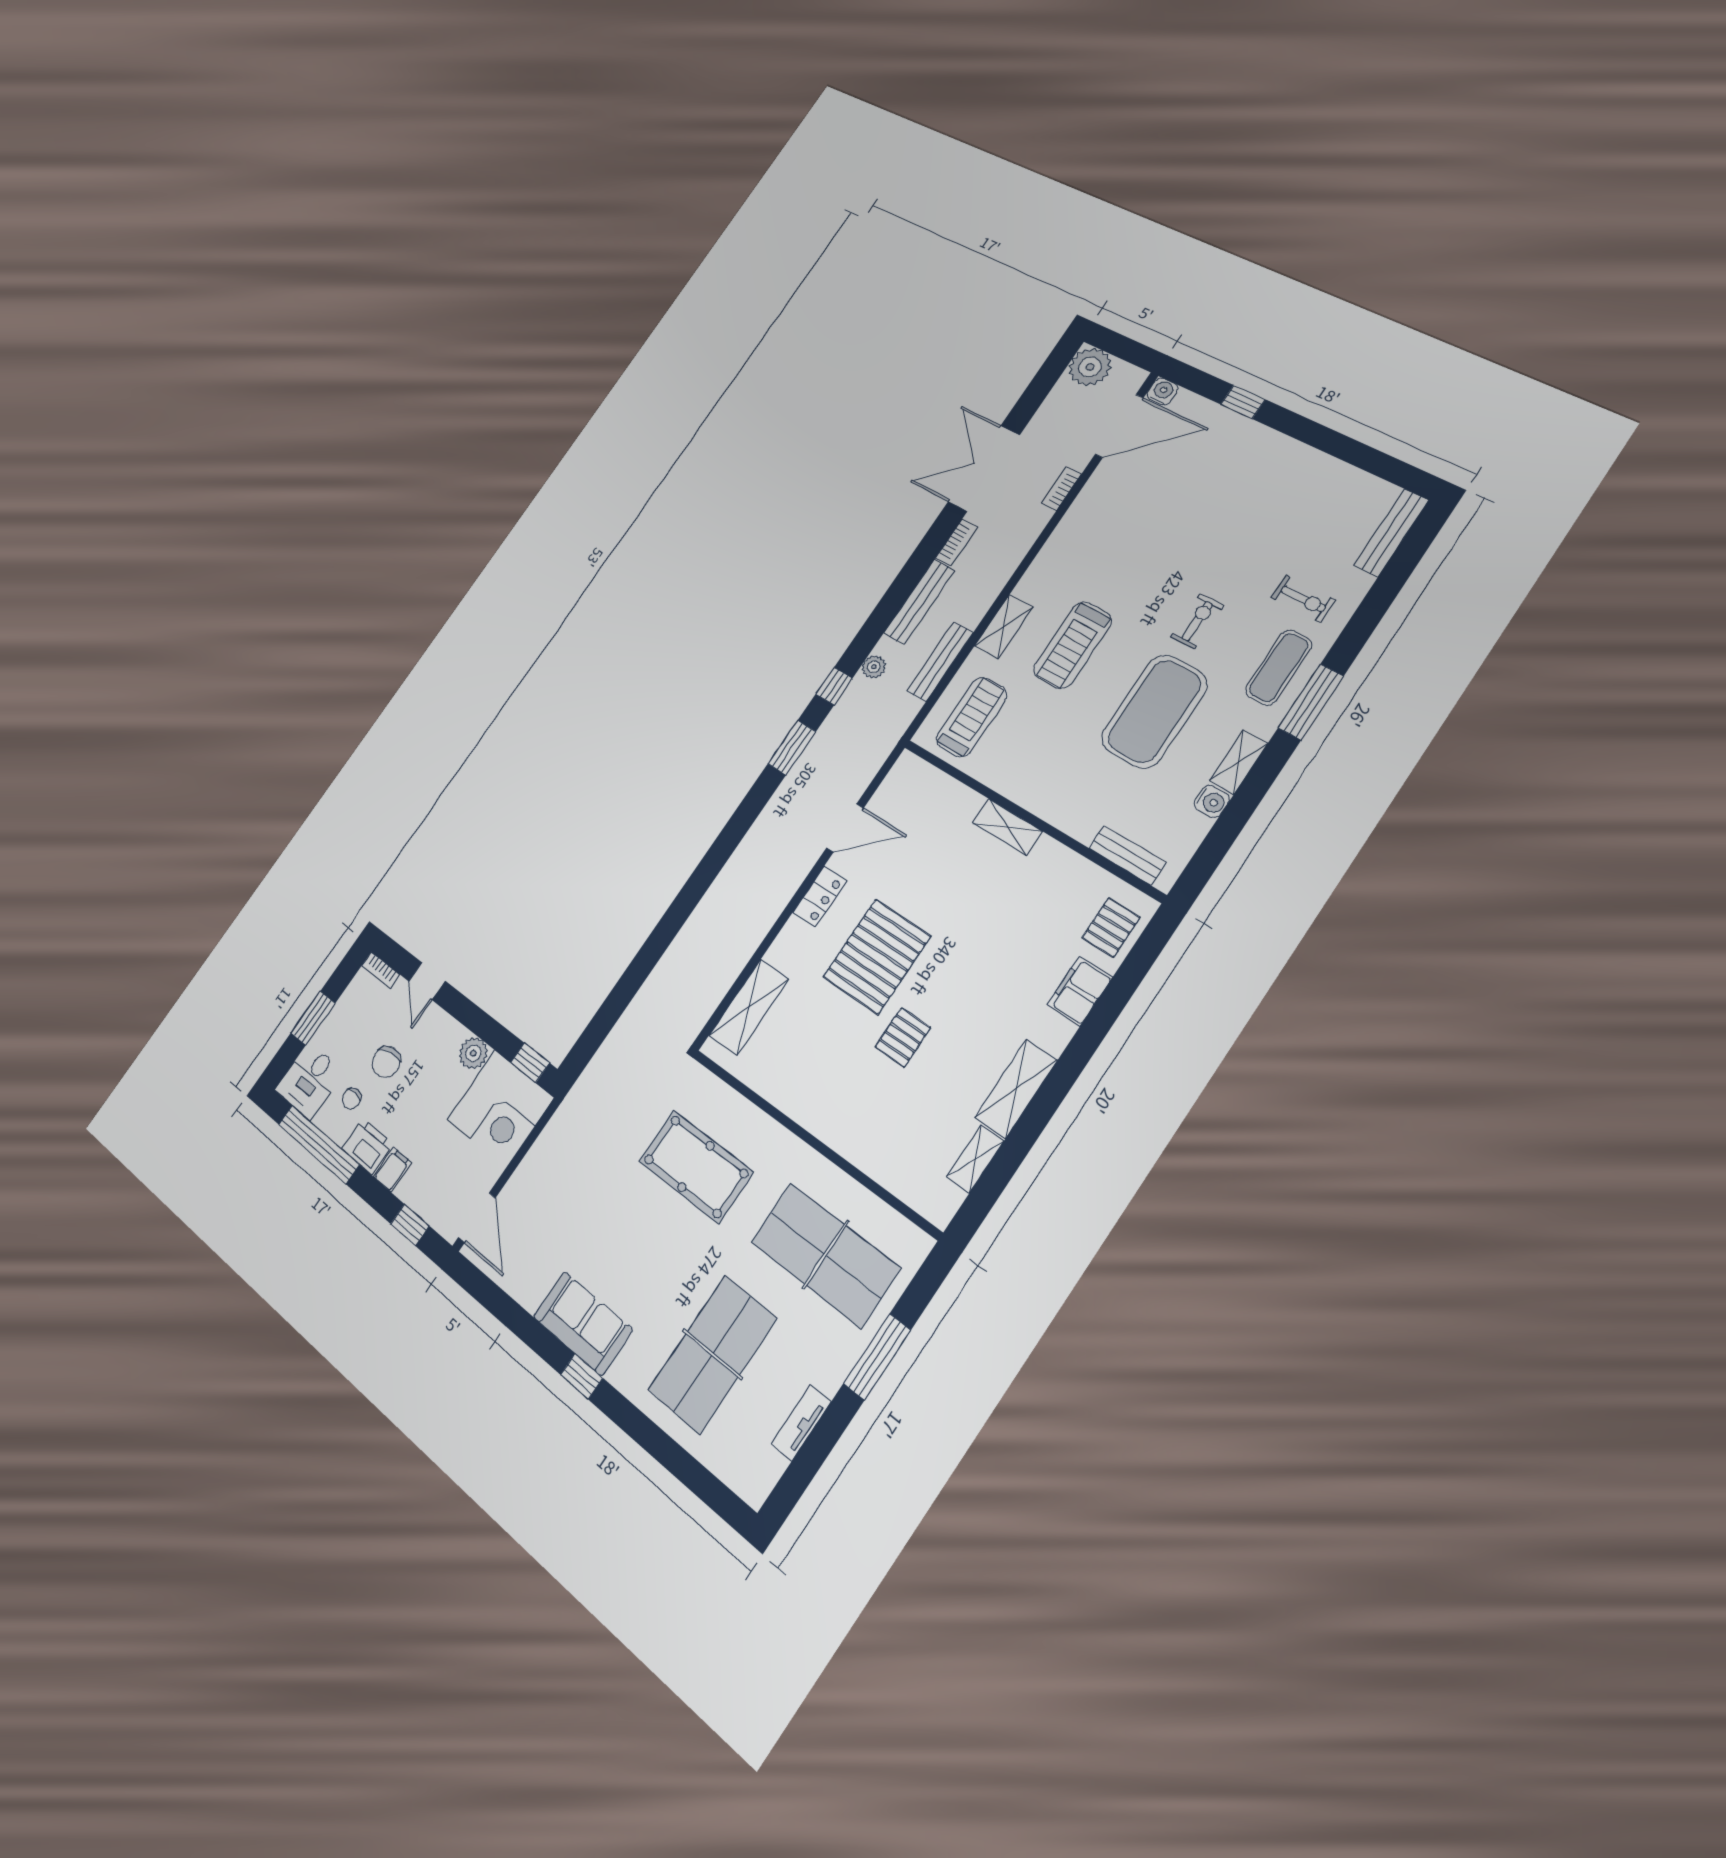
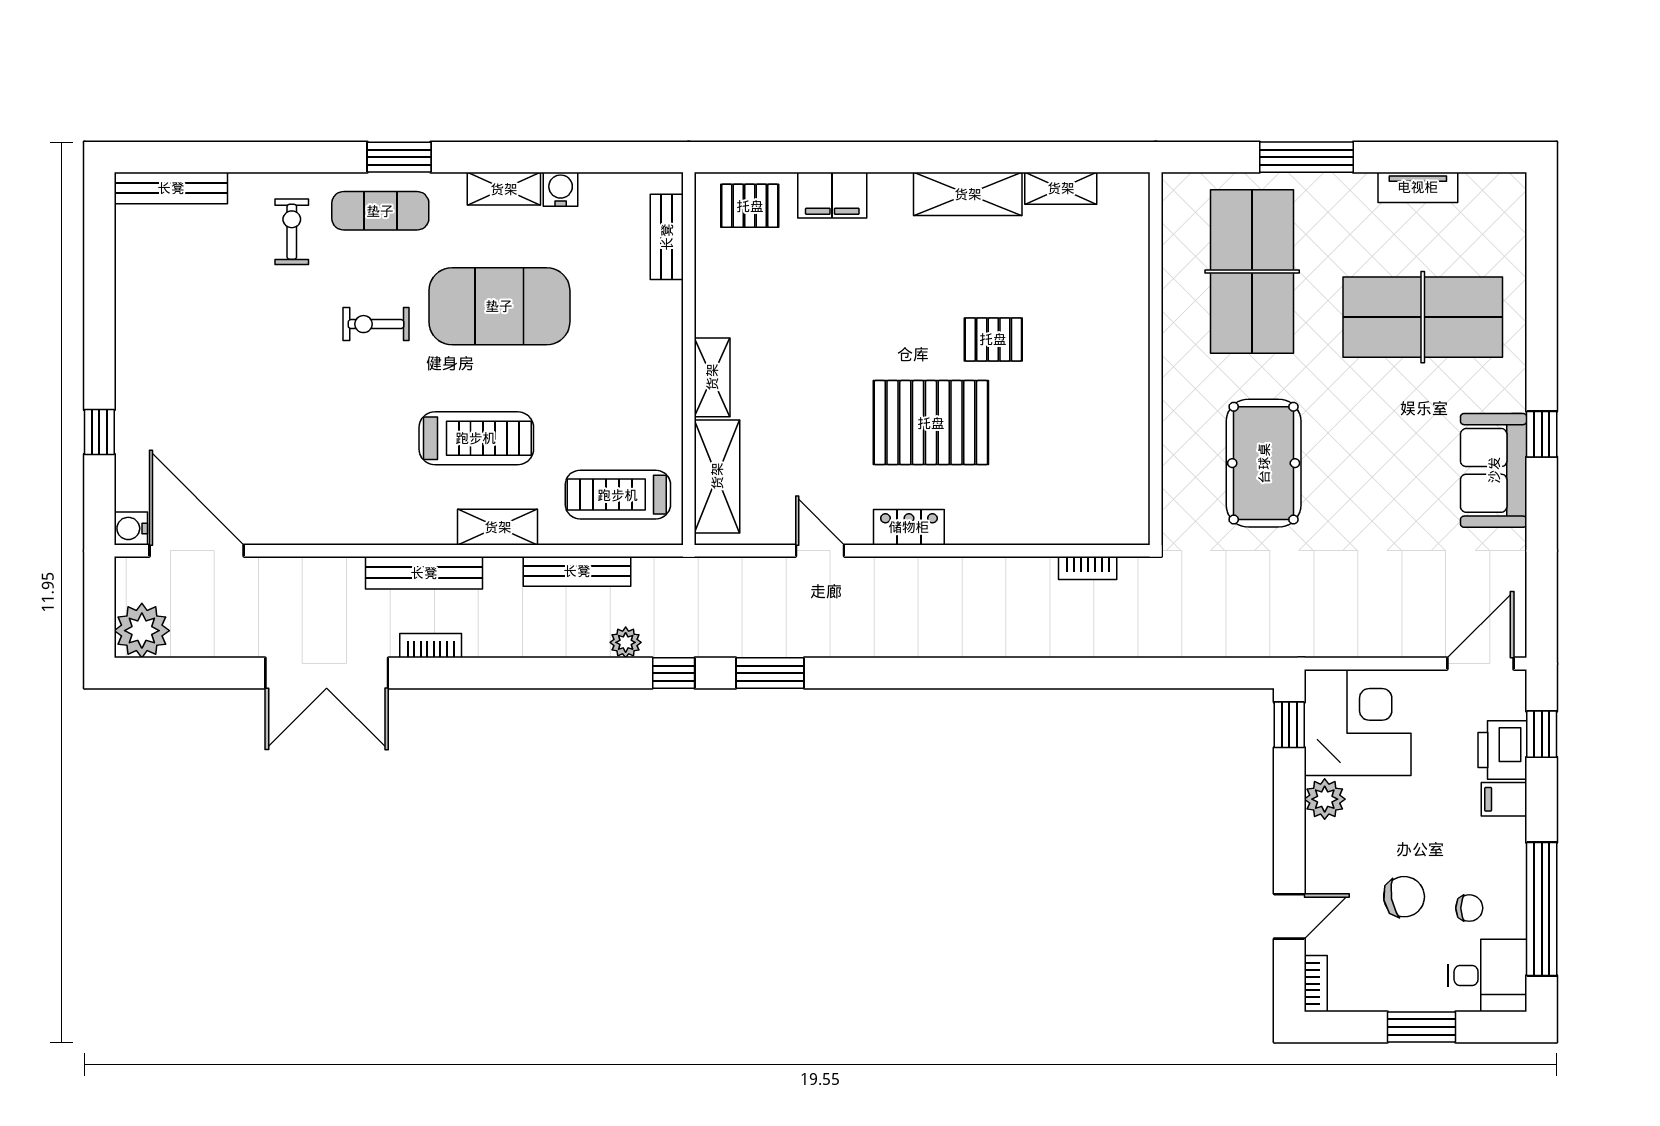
bookcase: (1061, 489) -> (1088, 568), moved
bench: (919, 602) -> (424, 573), moved
window: (1311, 702) -> (399, 157), width x0.69
door: (845, 828) -> (820, 551), width x0.73
shelving: (749, 1007) -> (717, 476), moved, turned 90
printer: (367, 1146) -> (1502, 750), moved

